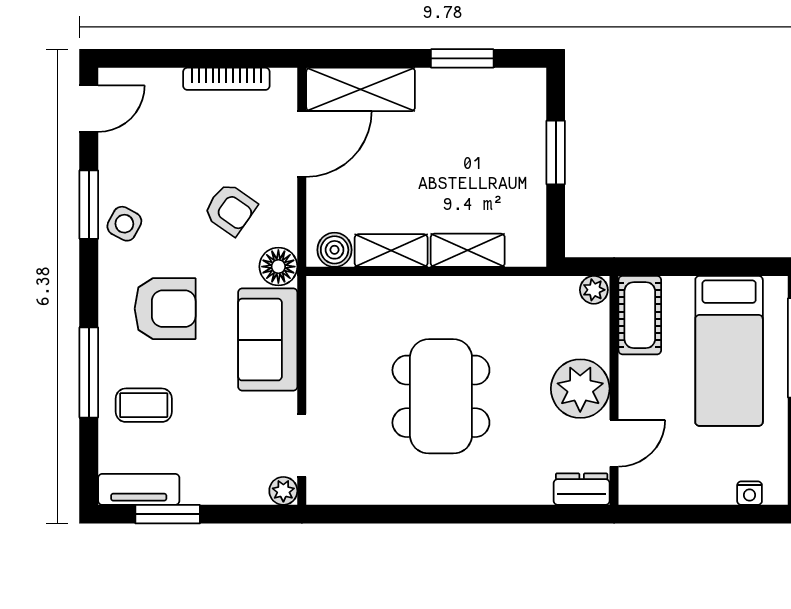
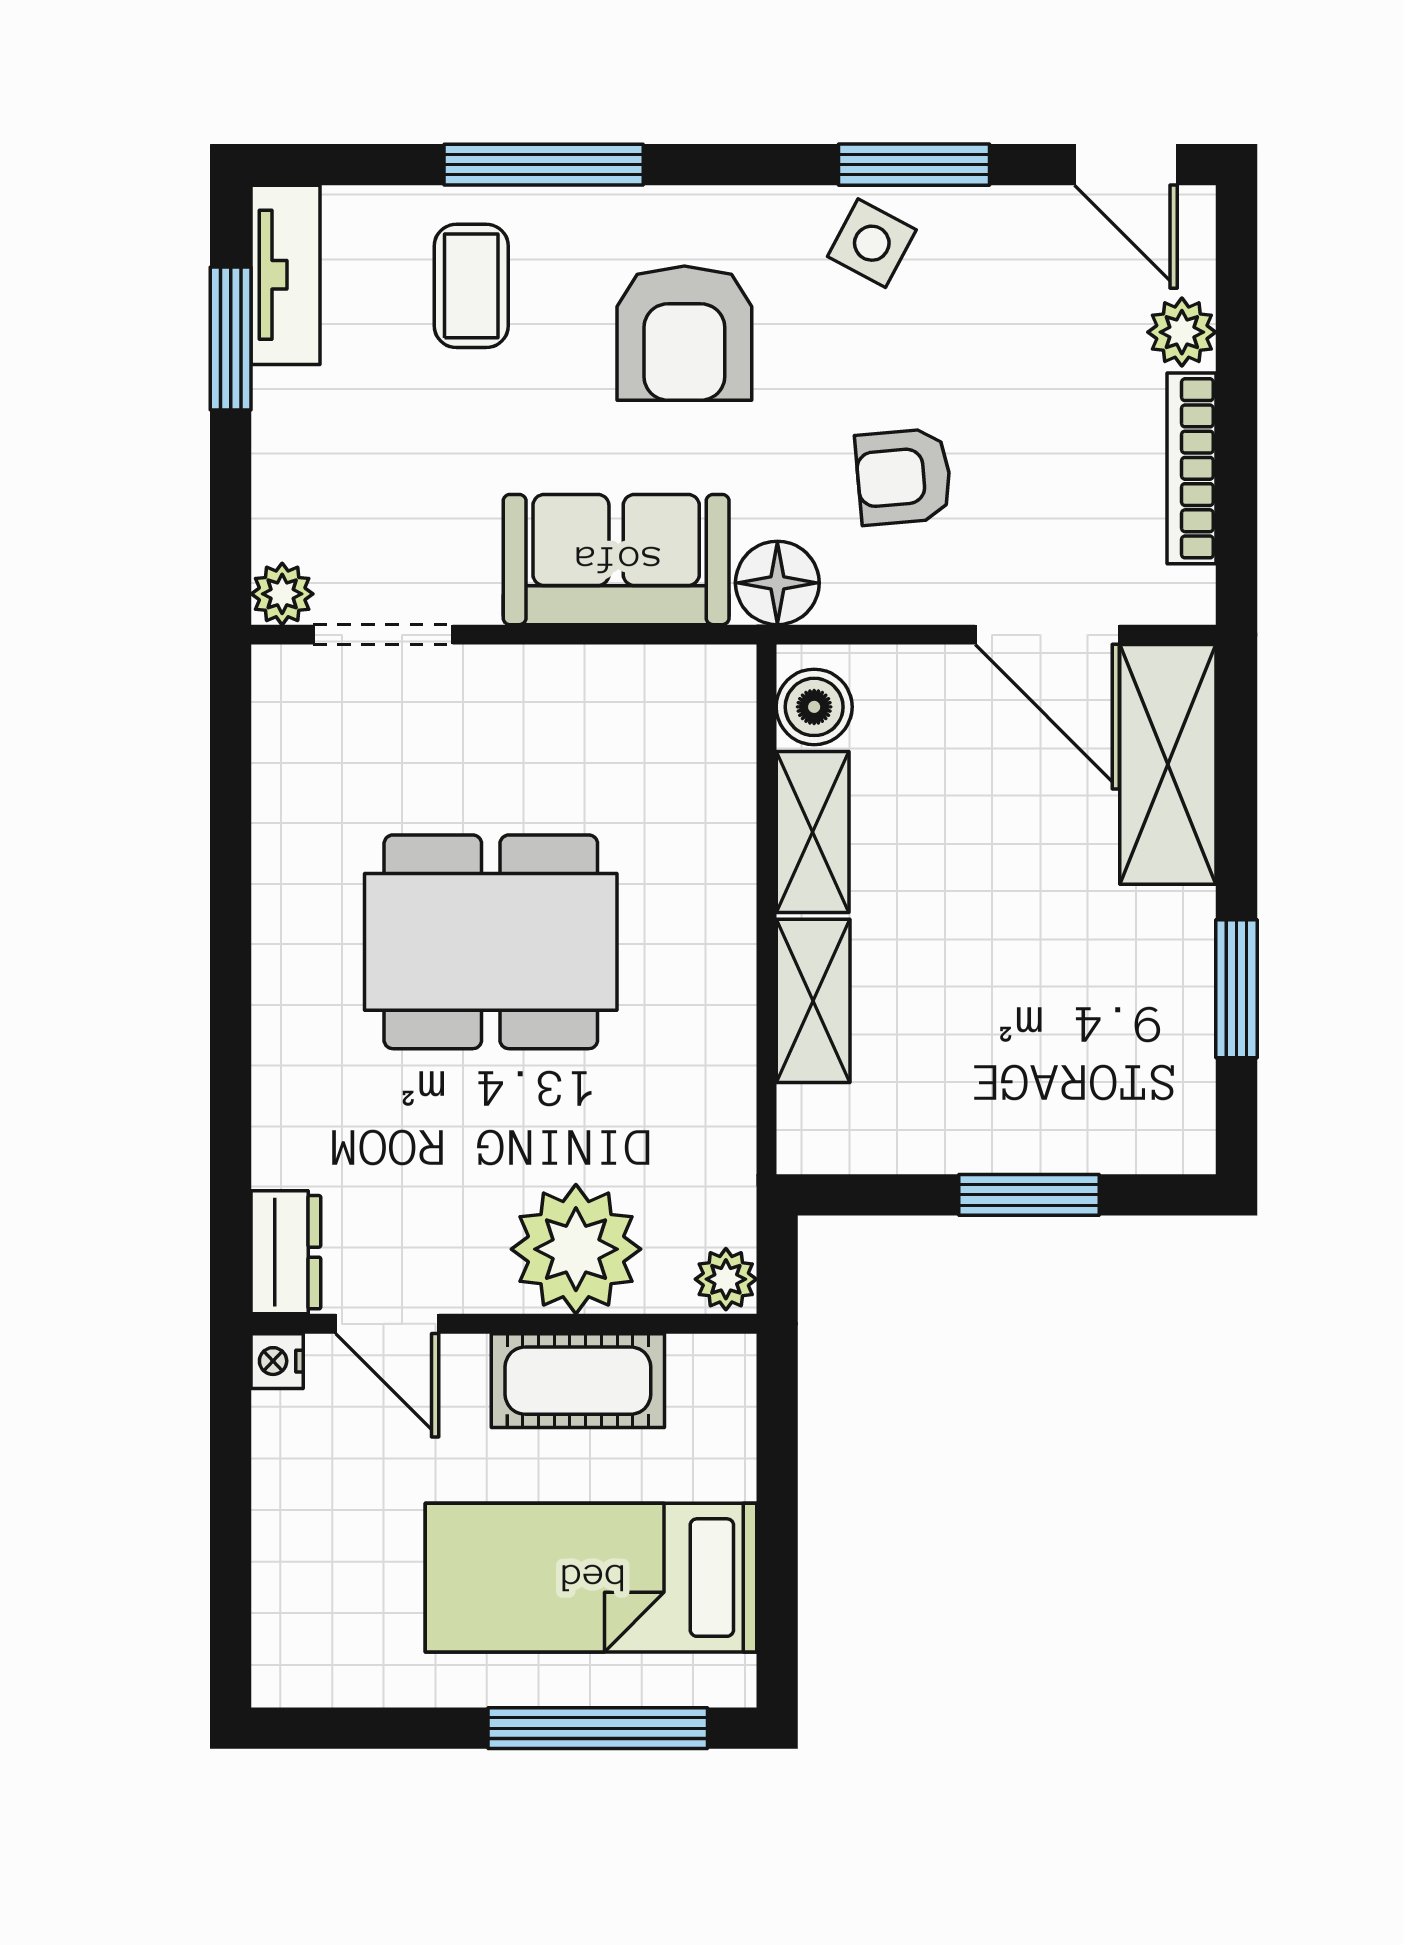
plant: (165, 83) -> (1182, 332), added
armchair: (230, 209) -> (904, 477), turned 50
cot: (640, 315) -> (578, 1381), moved
plant: (580, 389) -> (576, 1249), moved
nightstand: (750, 493) -> (277, 1361), moved

